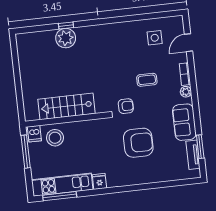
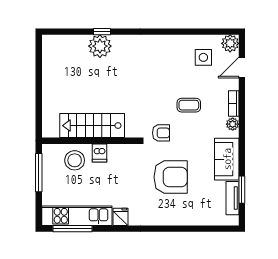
plant: (176, 23) -> (230, 43), added
dishwasher: (34, 134) -> (99, 153), moved

